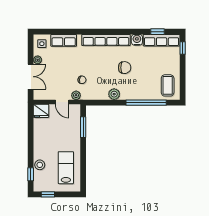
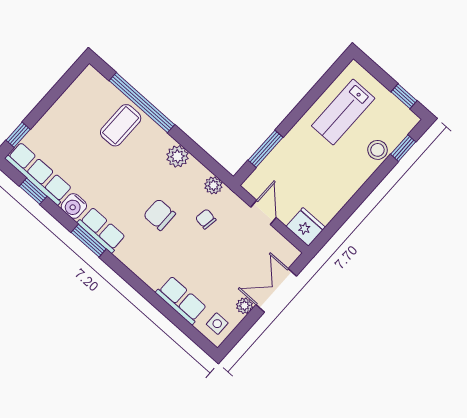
window: (119, 32) -> (89, 241), added
row of seats: (106, 40) -> (101, 230), width x0.50
chair: (125, 68) -> (159, 215), moved
coffee table: (168, 85) -> (121, 125), moved
plant: (76, 95) -> (213, 185), moved

